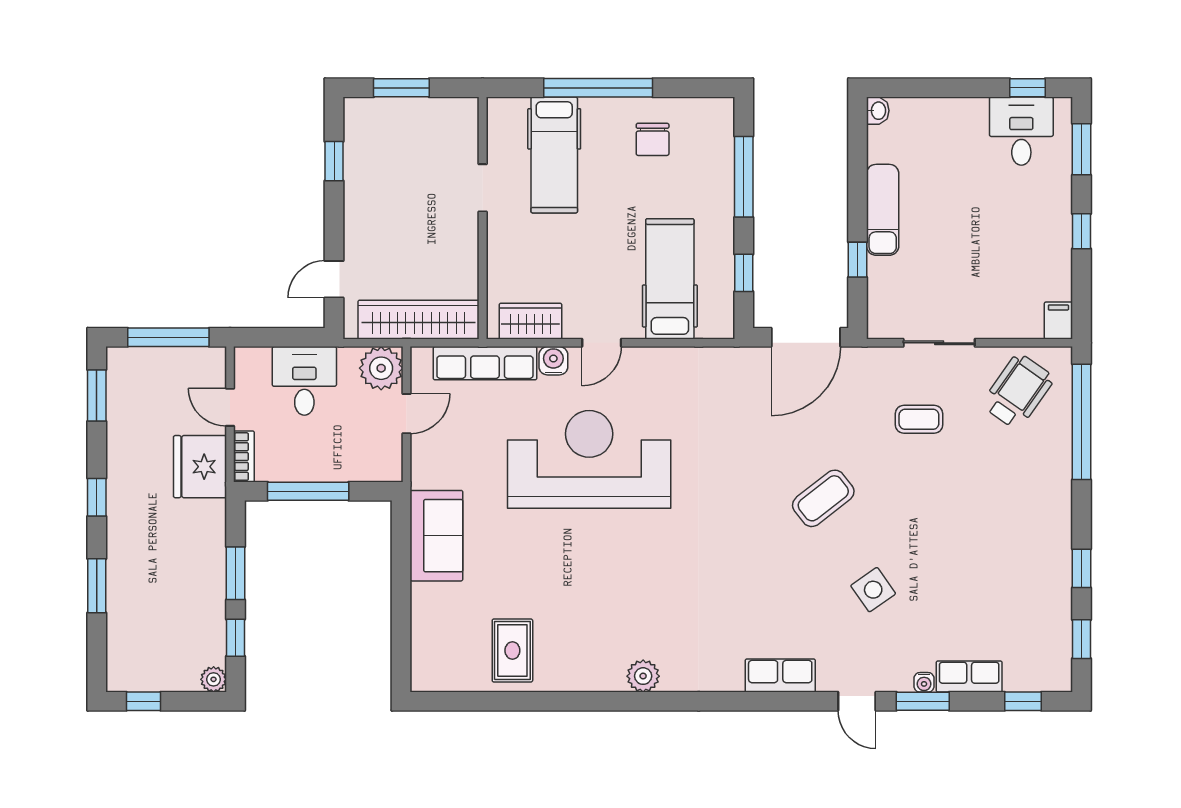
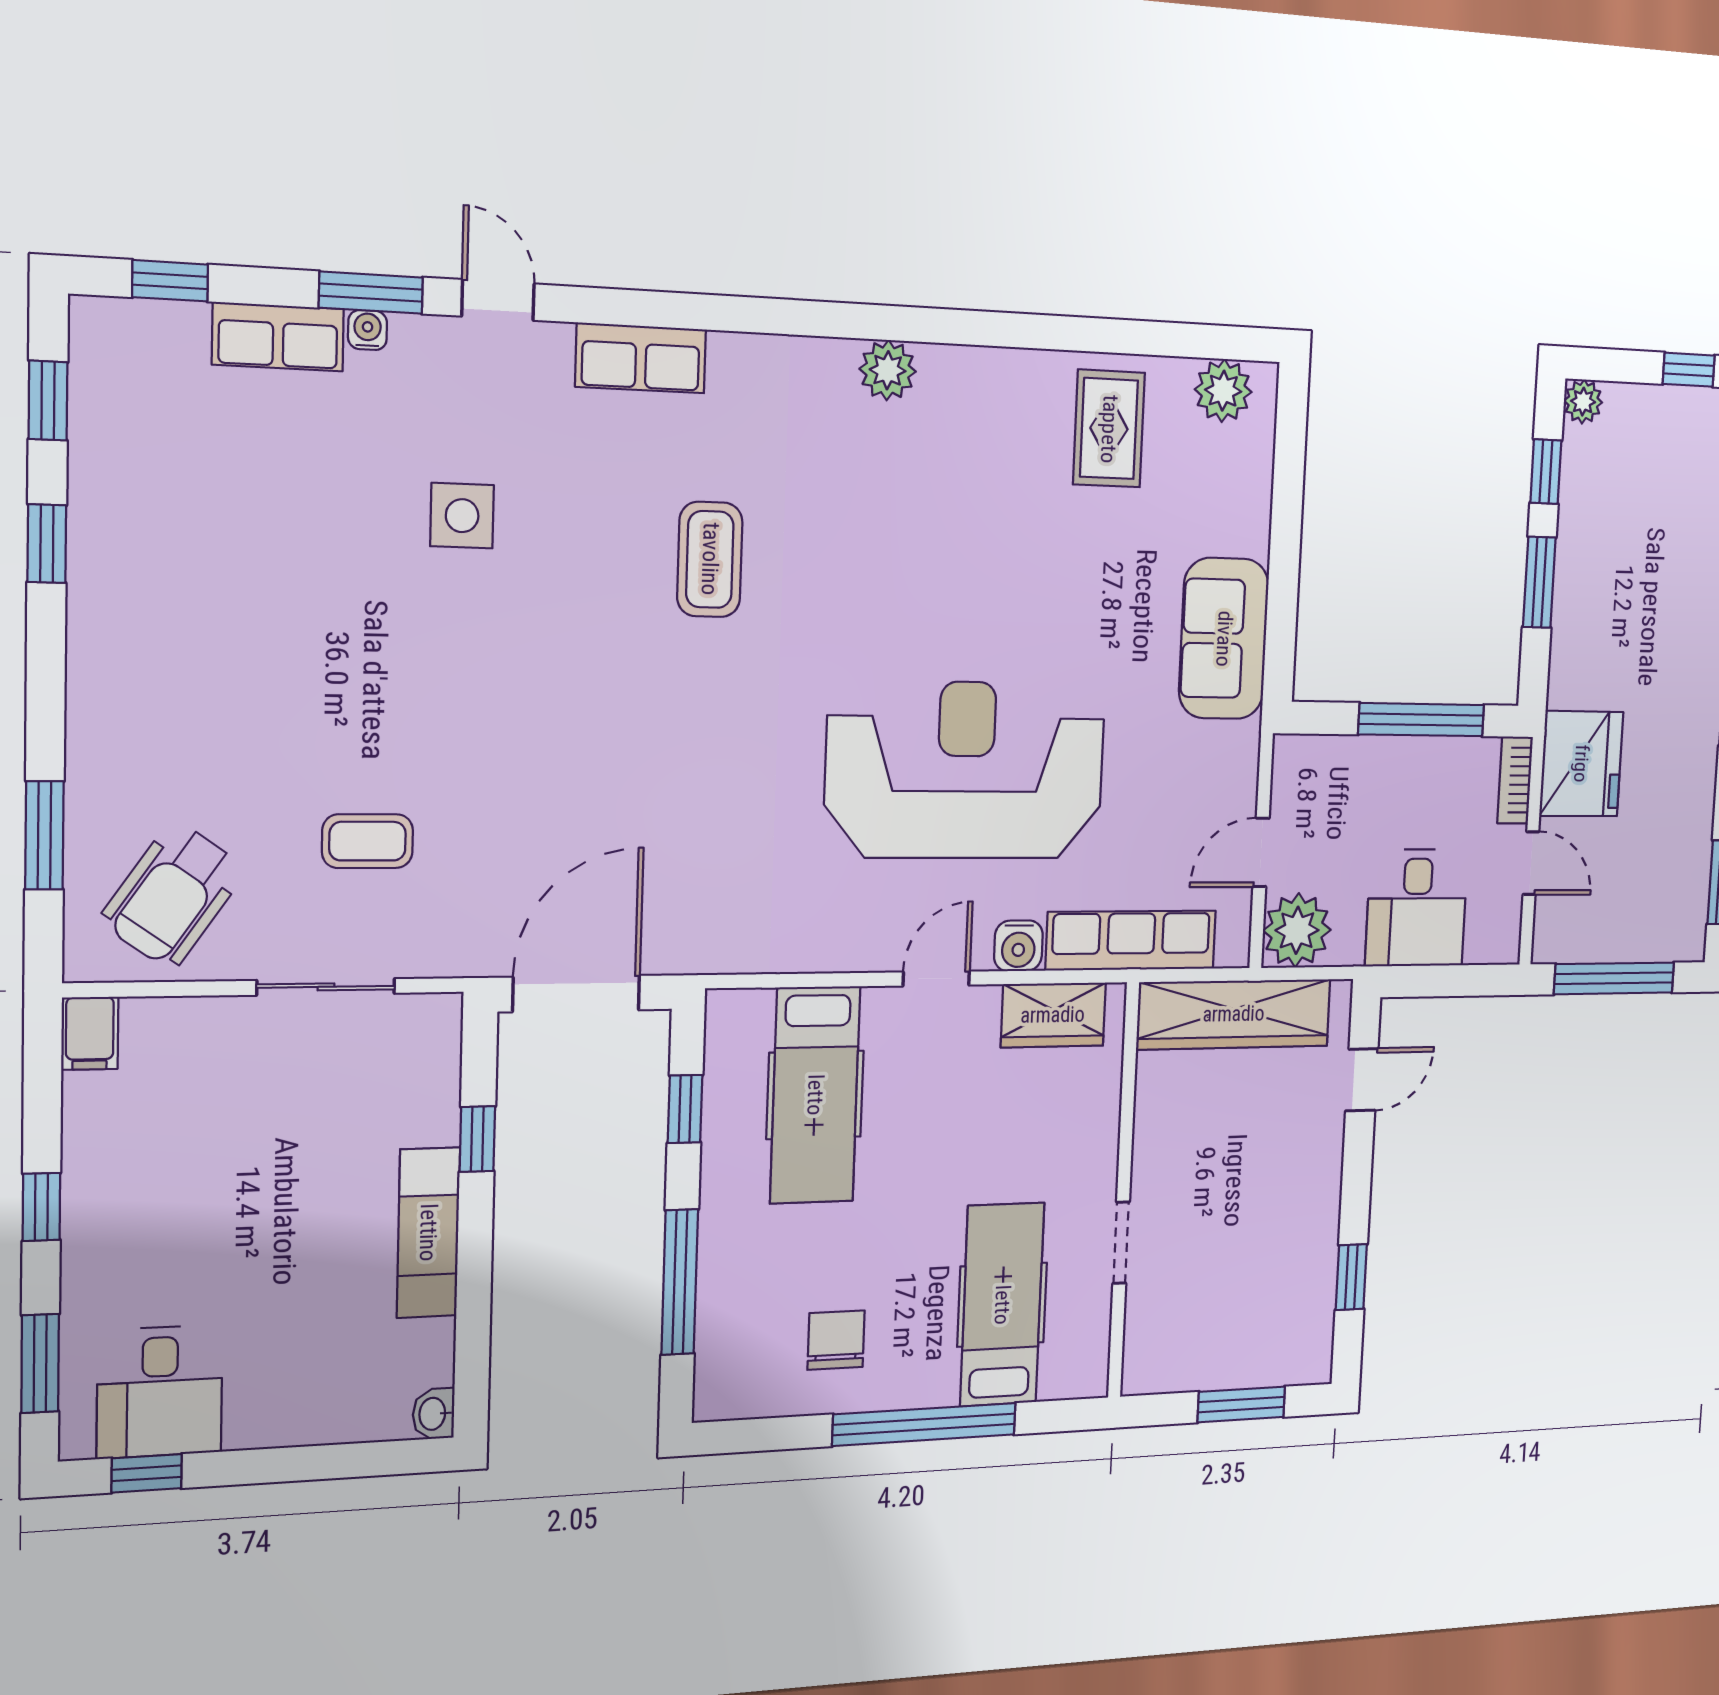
window: (1082, 422) -> (44, 835), width x0.47
reception desk: (589, 459) -> (965, 770), turned 180
coffee table: (823, 498) -> (710, 559), moved, turned -52
side table: (873, 590) -> (462, 516), turned 35
plant: (444, 675) -> (1223, 391), added

